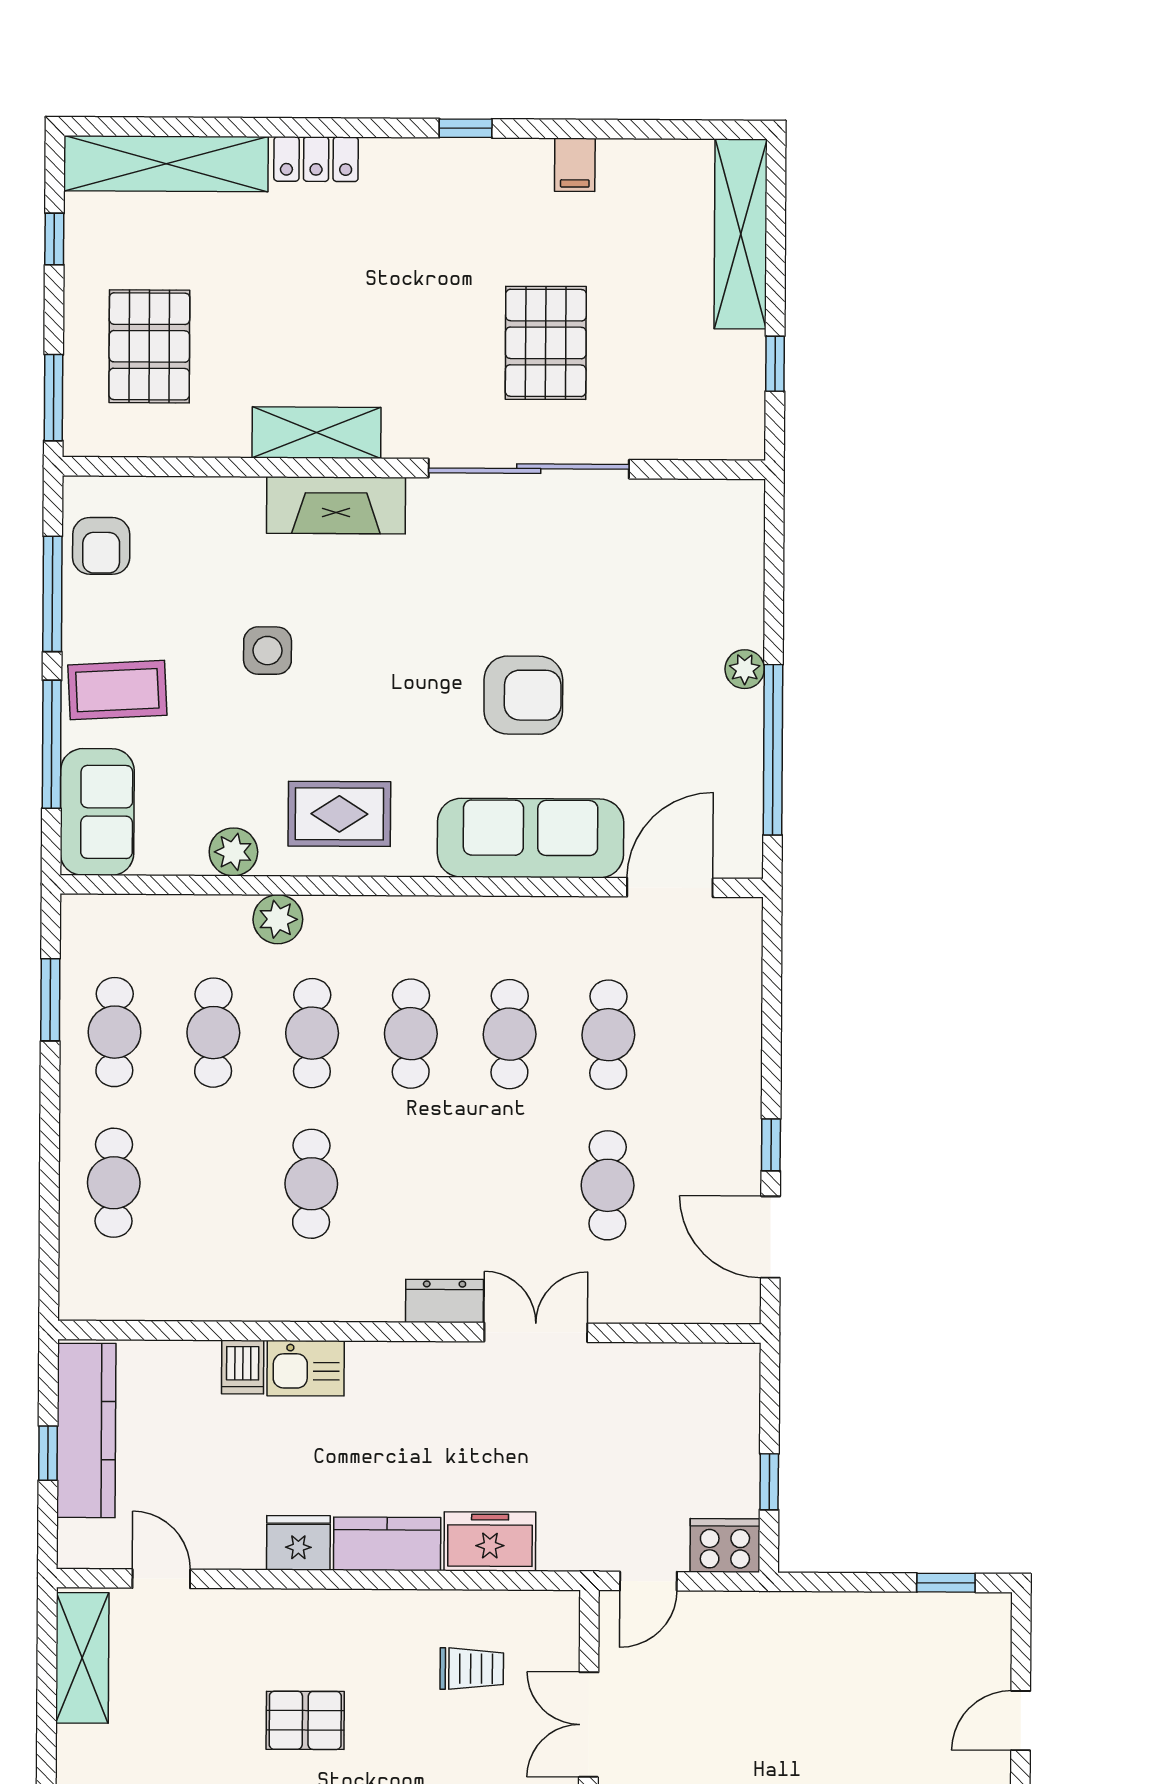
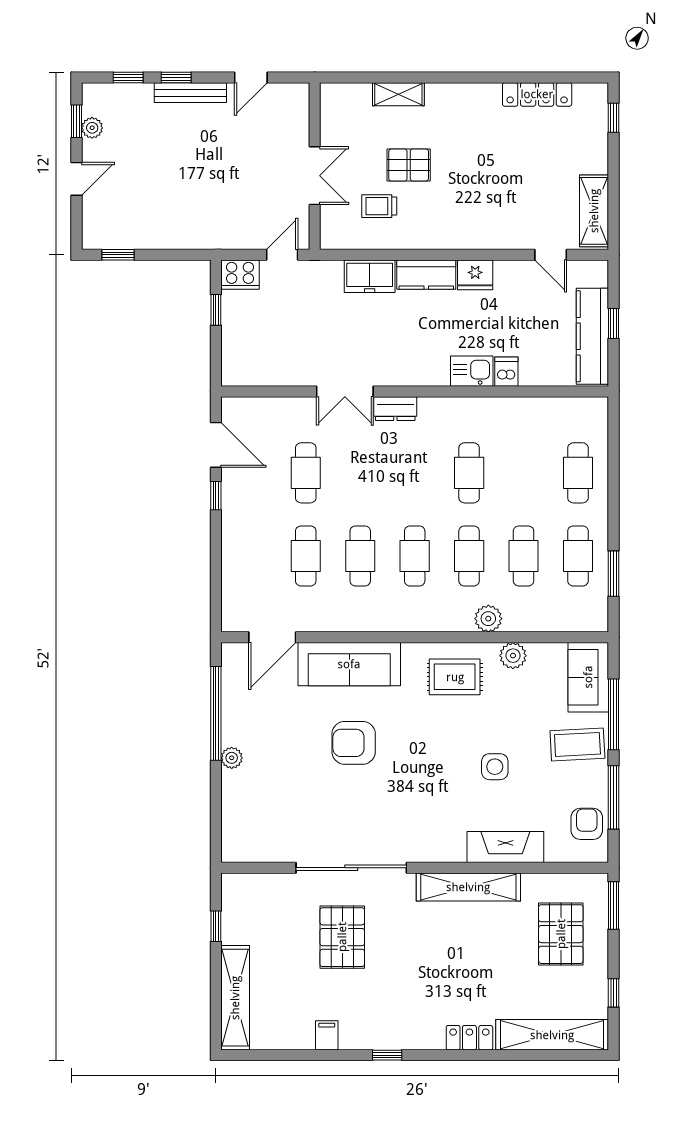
shelving: (317, 433) -> (468, 887), width x1.47
fireplace: (336, 505) -> (505, 847), moved
pallet: (305, 1720) -> (409, 165), moved

